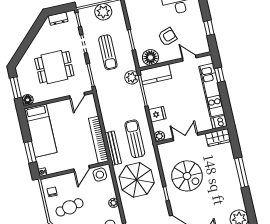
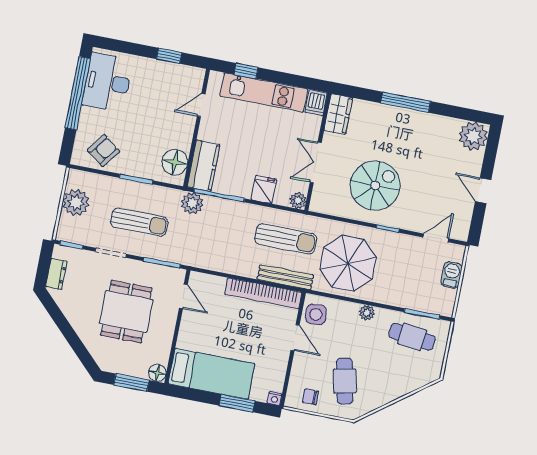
armchair: (167, 37) -> (104, 151), moved, turned 56
sun lounger: (135, 139) -> (286, 239), turned 180

